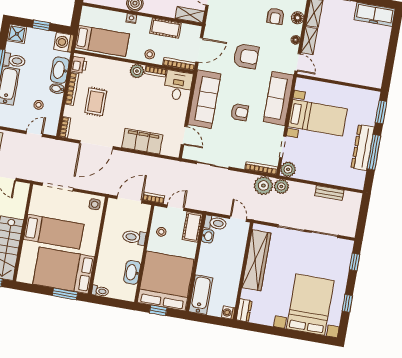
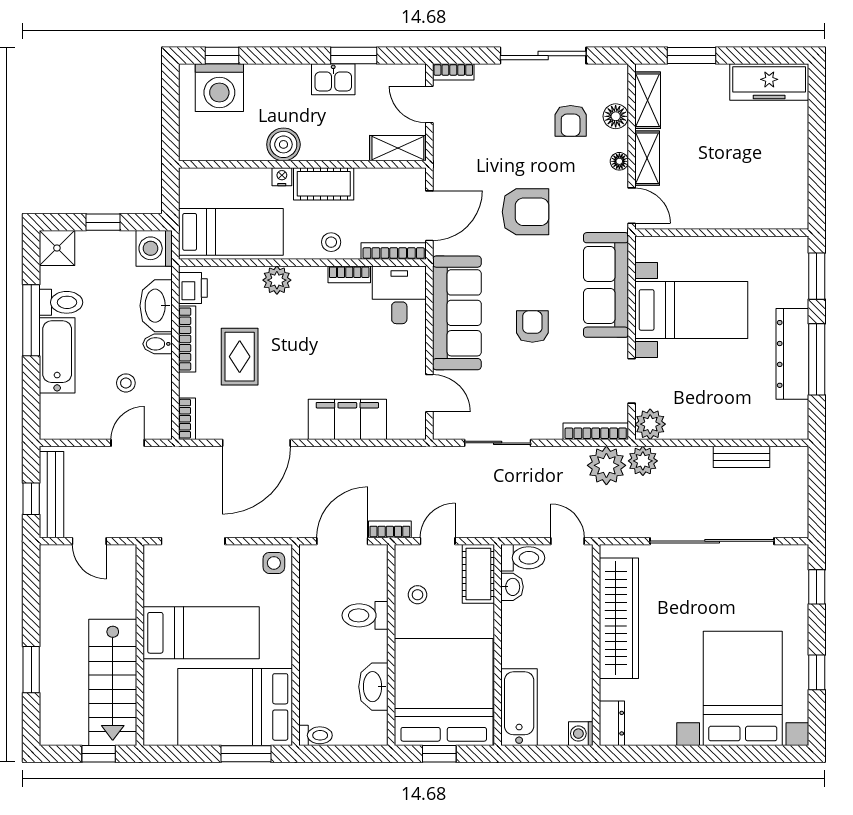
cot: (165, 28) -> (324, 184), moved
plant: (137, 71) -> (277, 280), moved
armchair: (240, 112) -> (532, 326), turned -90

